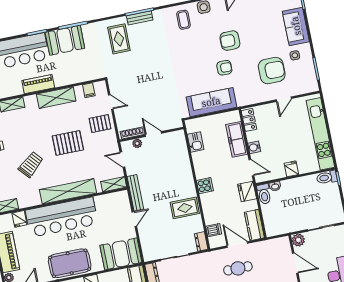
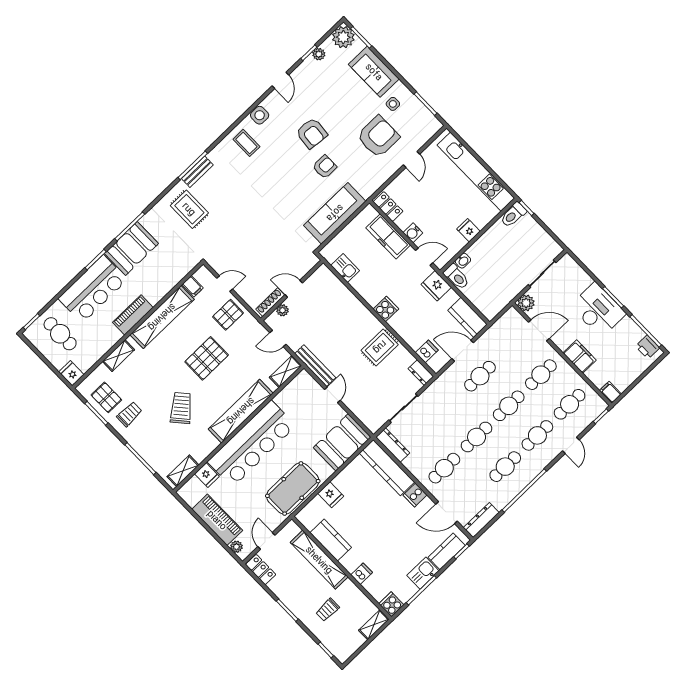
armchair: (230, 41) -> (312, 133), turned -84
shelving: (56, 98) -> (162, 317), width x1.47

